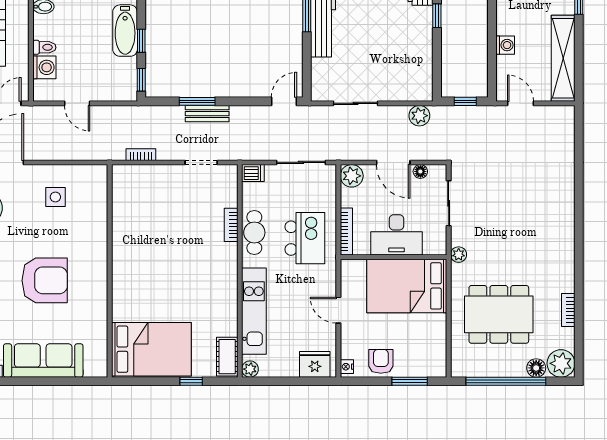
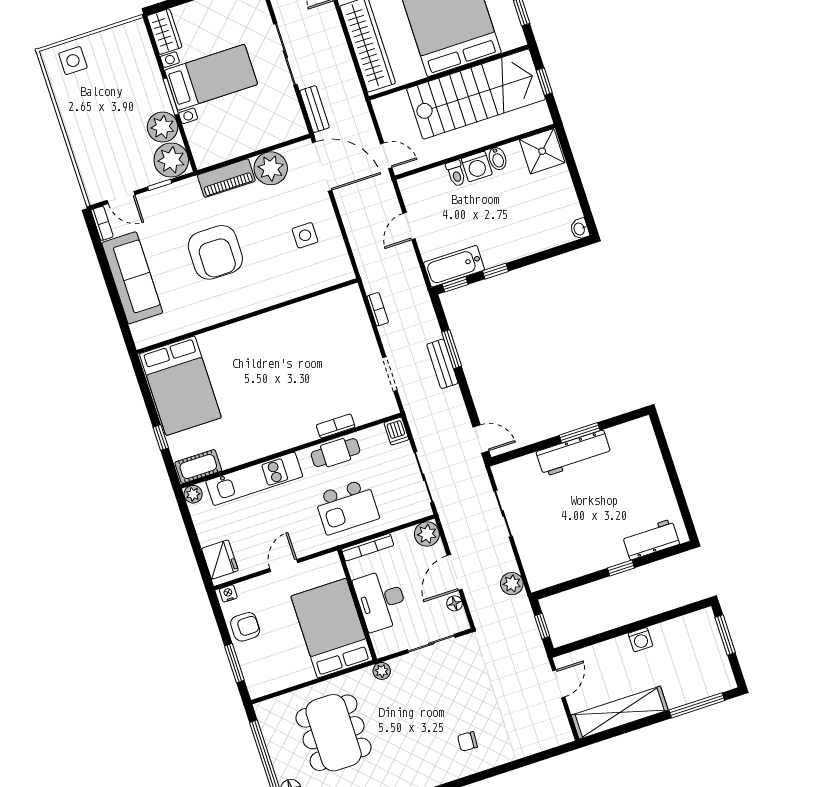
bathtub: (125, 31) -> (454, 266), moved
washing machine: (505, 45) -> (641, 640), moved
washing machine: (44, 67) -> (477, 166), moved
chair: (545, 200) -> (467, 741), added

